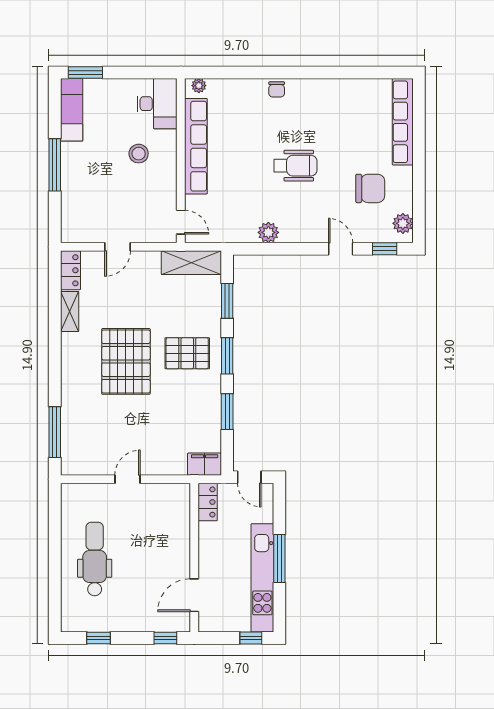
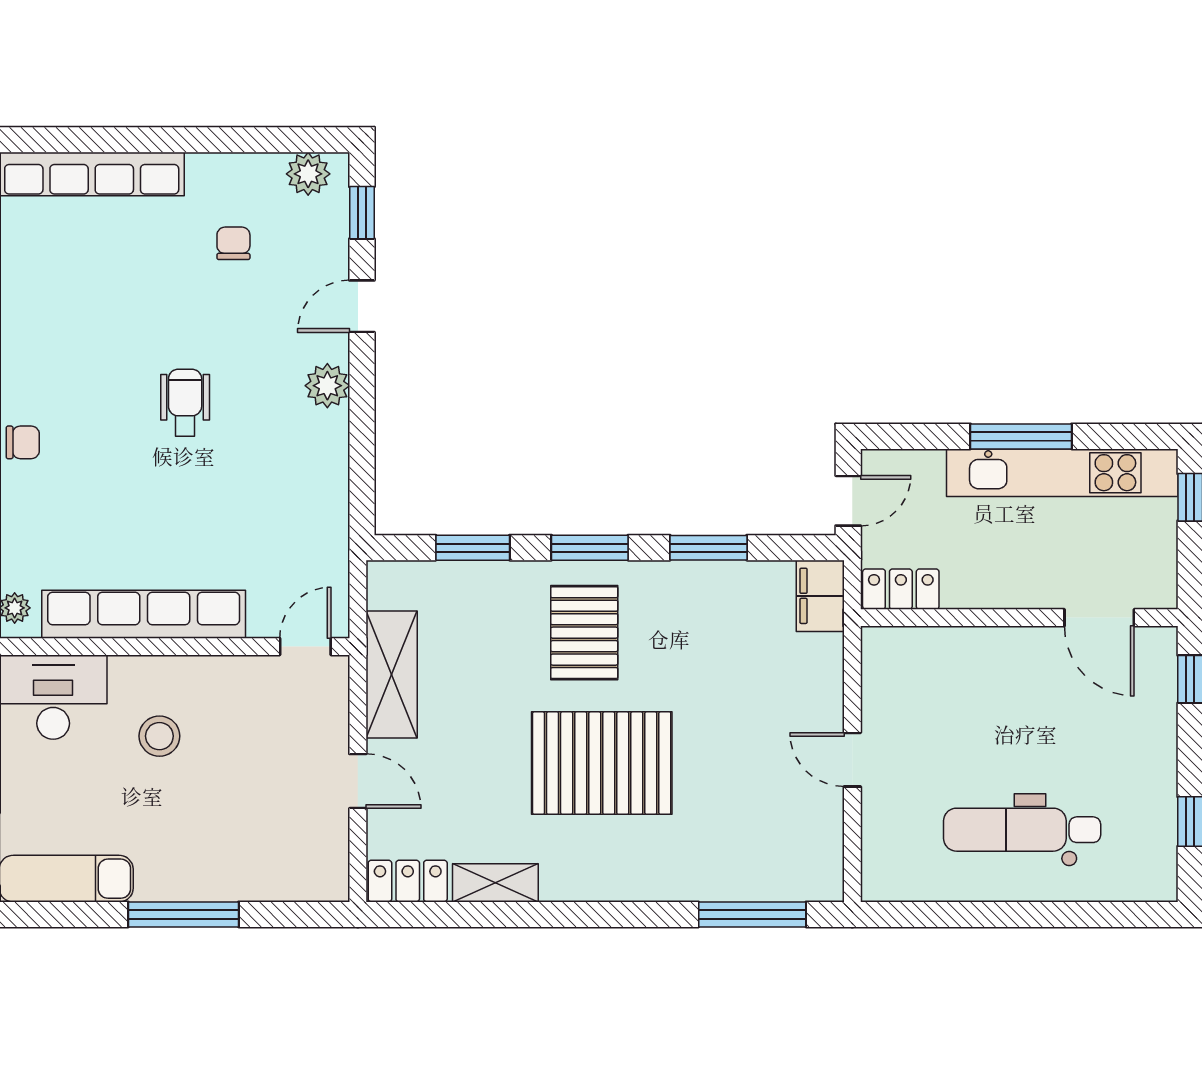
wheelchair: (295, 166) -> (185, 403), width x0.73, depth x0.73
chair: (370, 188) -> (233, 243), width x0.54, depth x0.54
plant: (268, 232) -> (327, 386), moved
shelving: (191, 263) -> (392, 675), moved

